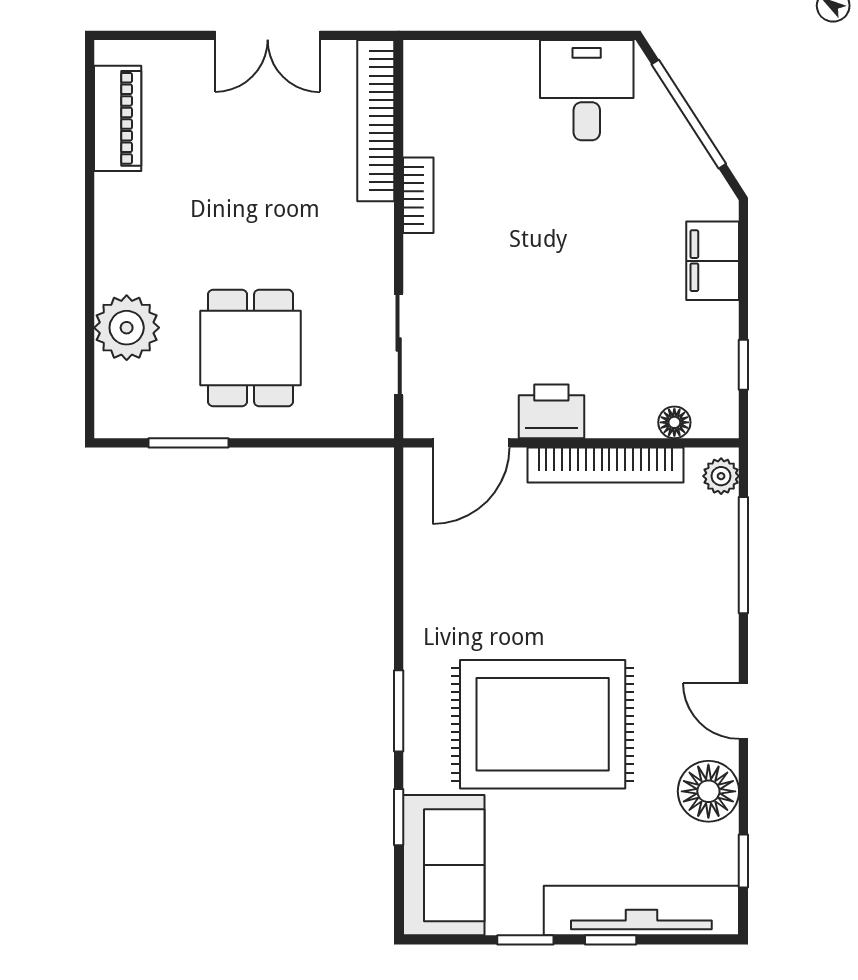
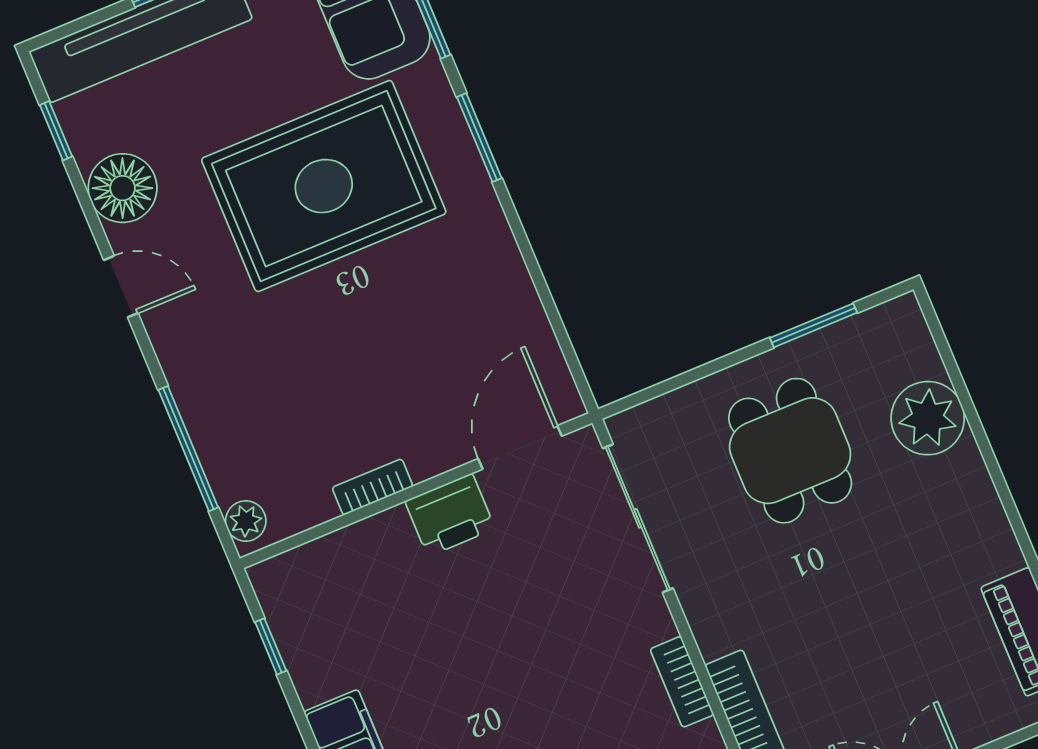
sliding door: (399, 344) -> (638, 518), width x1.37
floor lamp: (674, 422) -> (318, 557), removed
bookcase: (605, 465) -> (373, 487), width x0.43, depth x0.76

